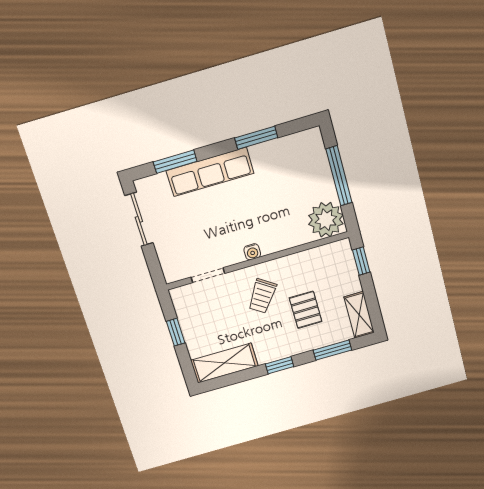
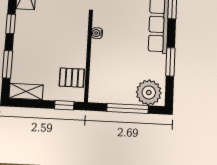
plant: (326, 220) -> (149, 92), moved
trolley: (262, 296) -> (64, 29), removed
pallet: (306, 310) -> (72, 78), moved

